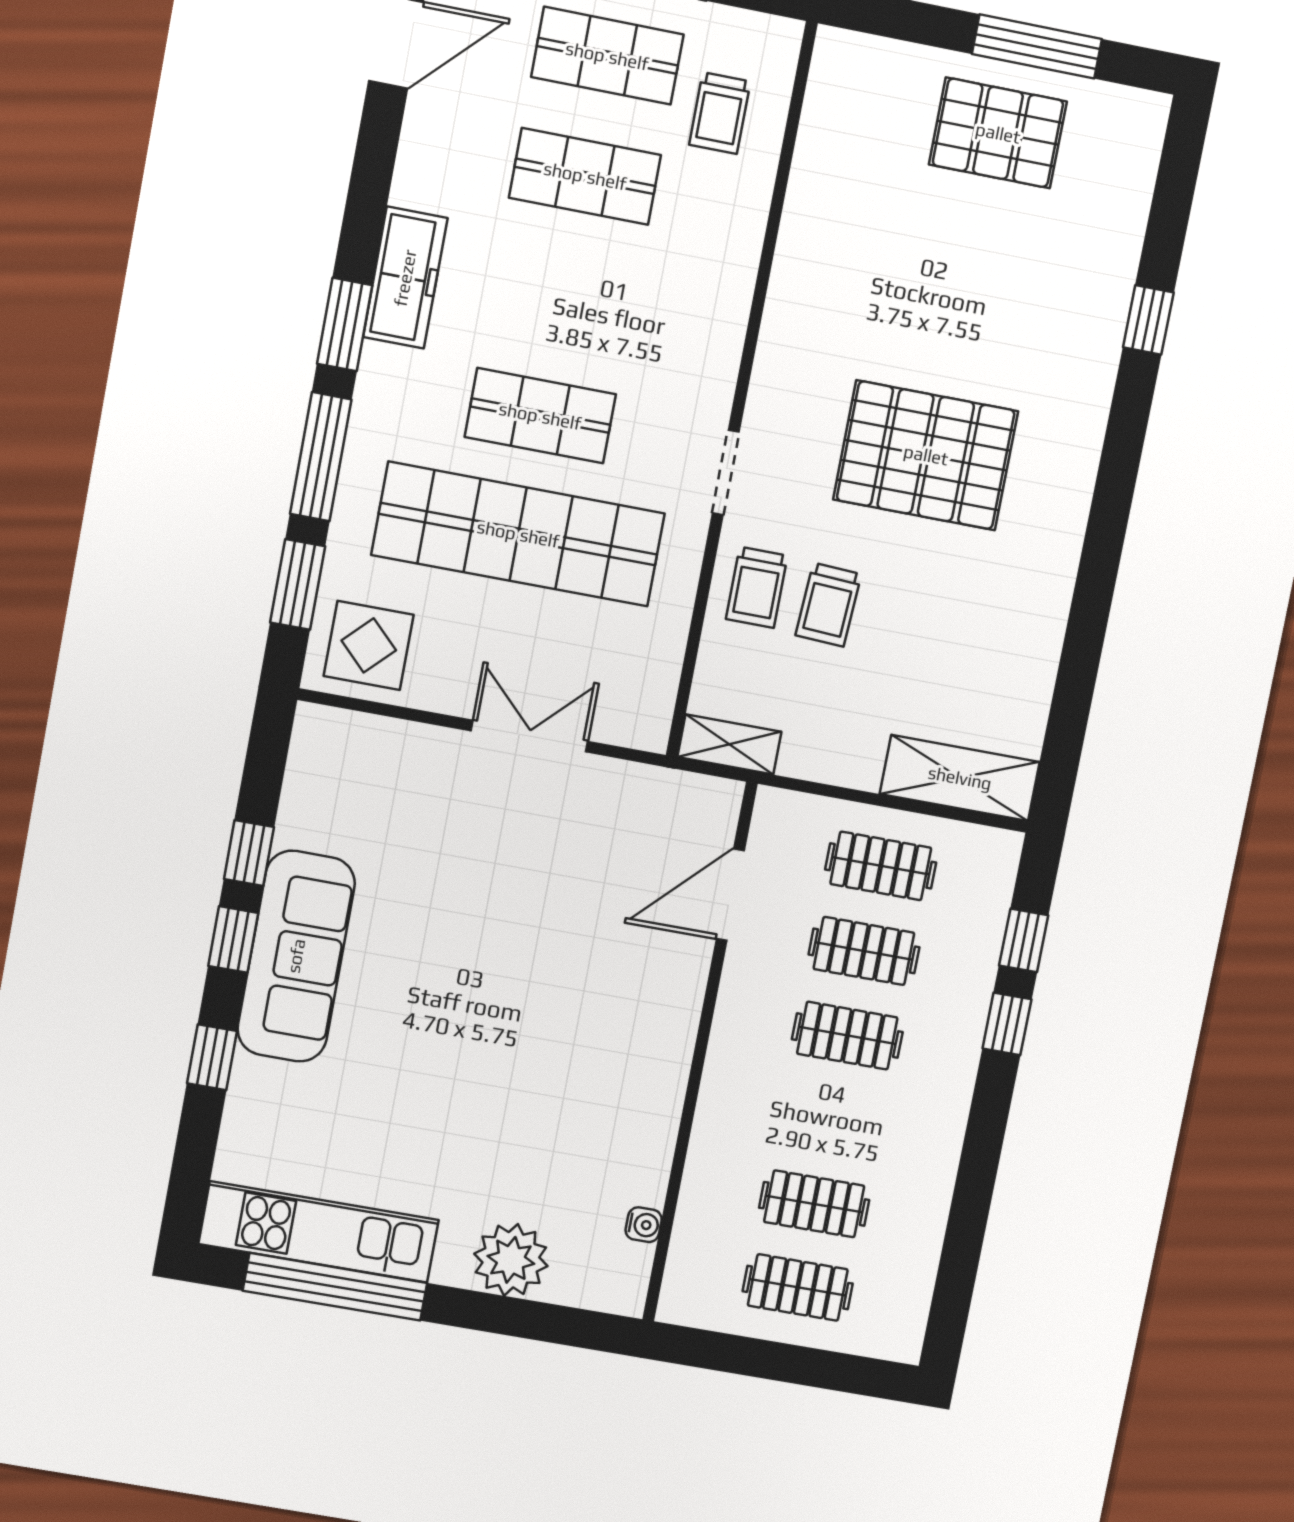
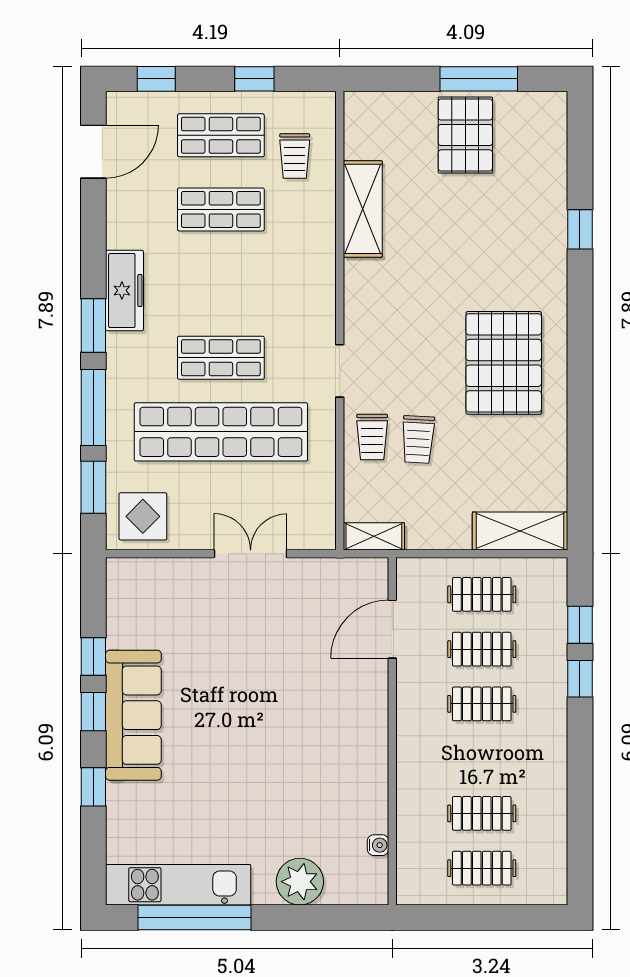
pallet: (998, 133) -> (465, 135), turned 90
shelving: (812, 220) -> (363, 209), added
pallet: (926, 455) -> (504, 363), moved, turned 90

